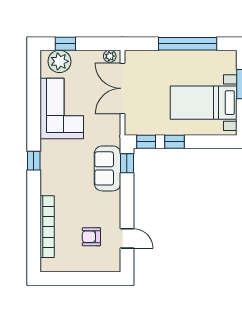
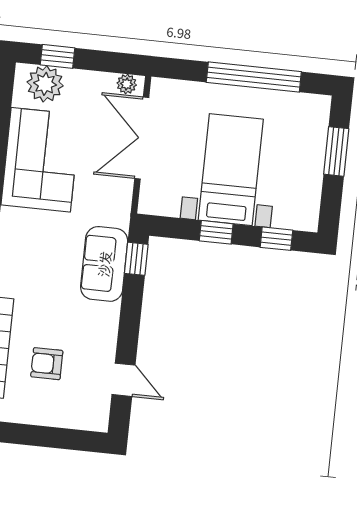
bed with nightstands: (204, 103) -> (231, 170), moved, turned 90
window: (146, 142) -> (276, 239), moved
armchair: (91, 237) -> (47, 364), moved

